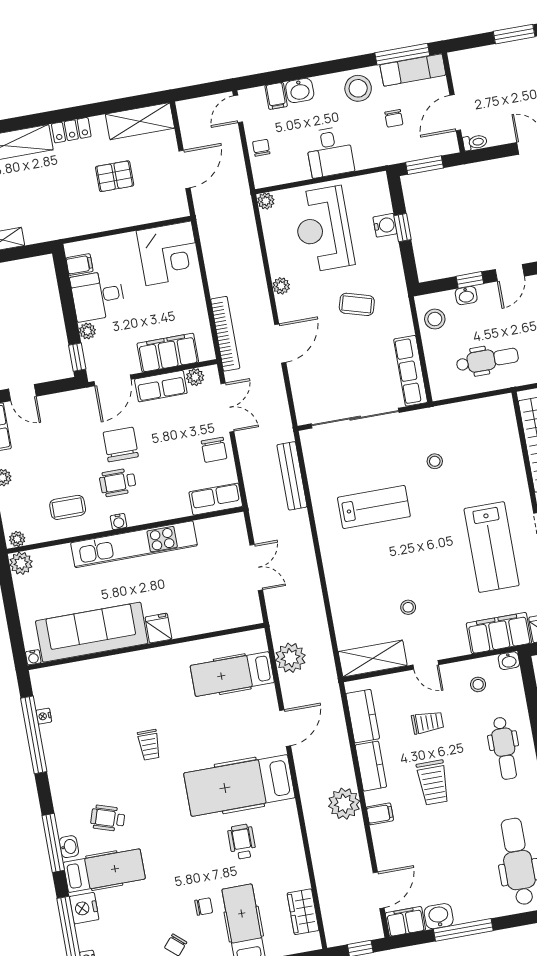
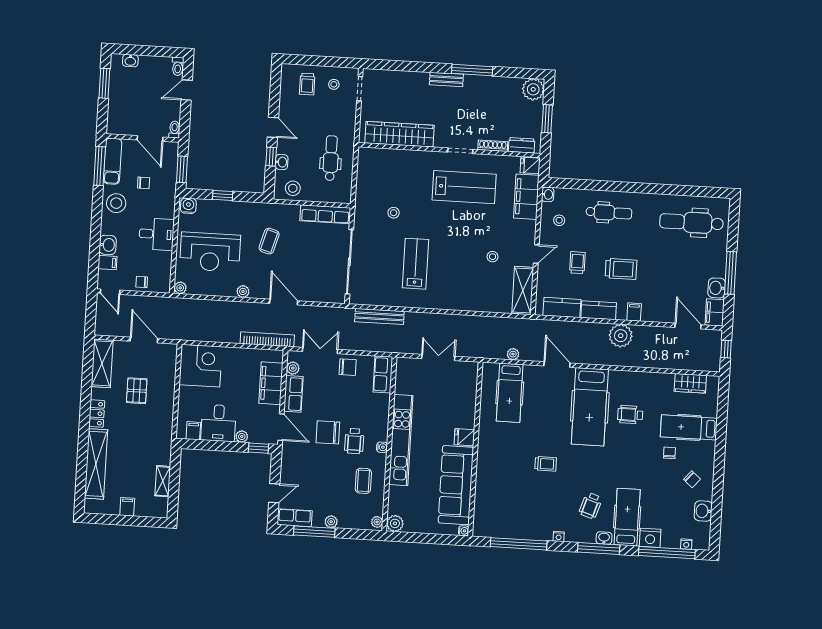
water cooler: (385, 225) -> (188, 206), moved
plant: (290, 658) -> (513, 354), width x0.53, depth x0.53
nightstand: (44, 716) -> (559, 537), moved

